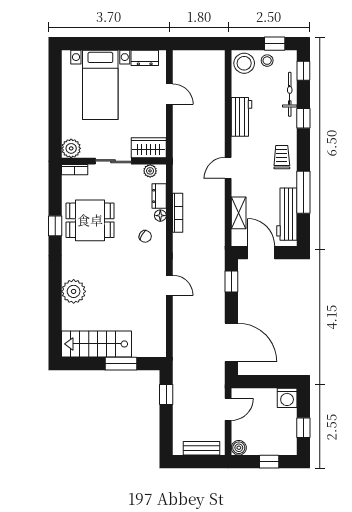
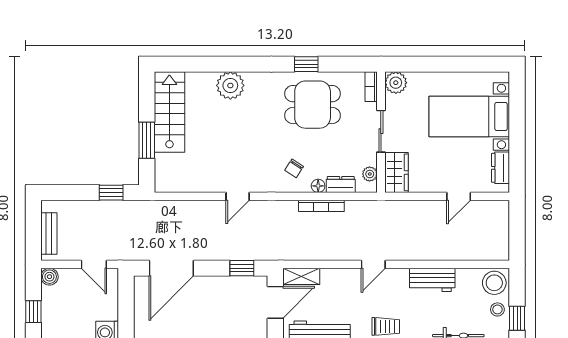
door: (228, 168) -> (373, 264), swing flipped
shelving: (239, 213) -> (301, 276), moved
dining table: (90, 220) -> (313, 105), turned 90

